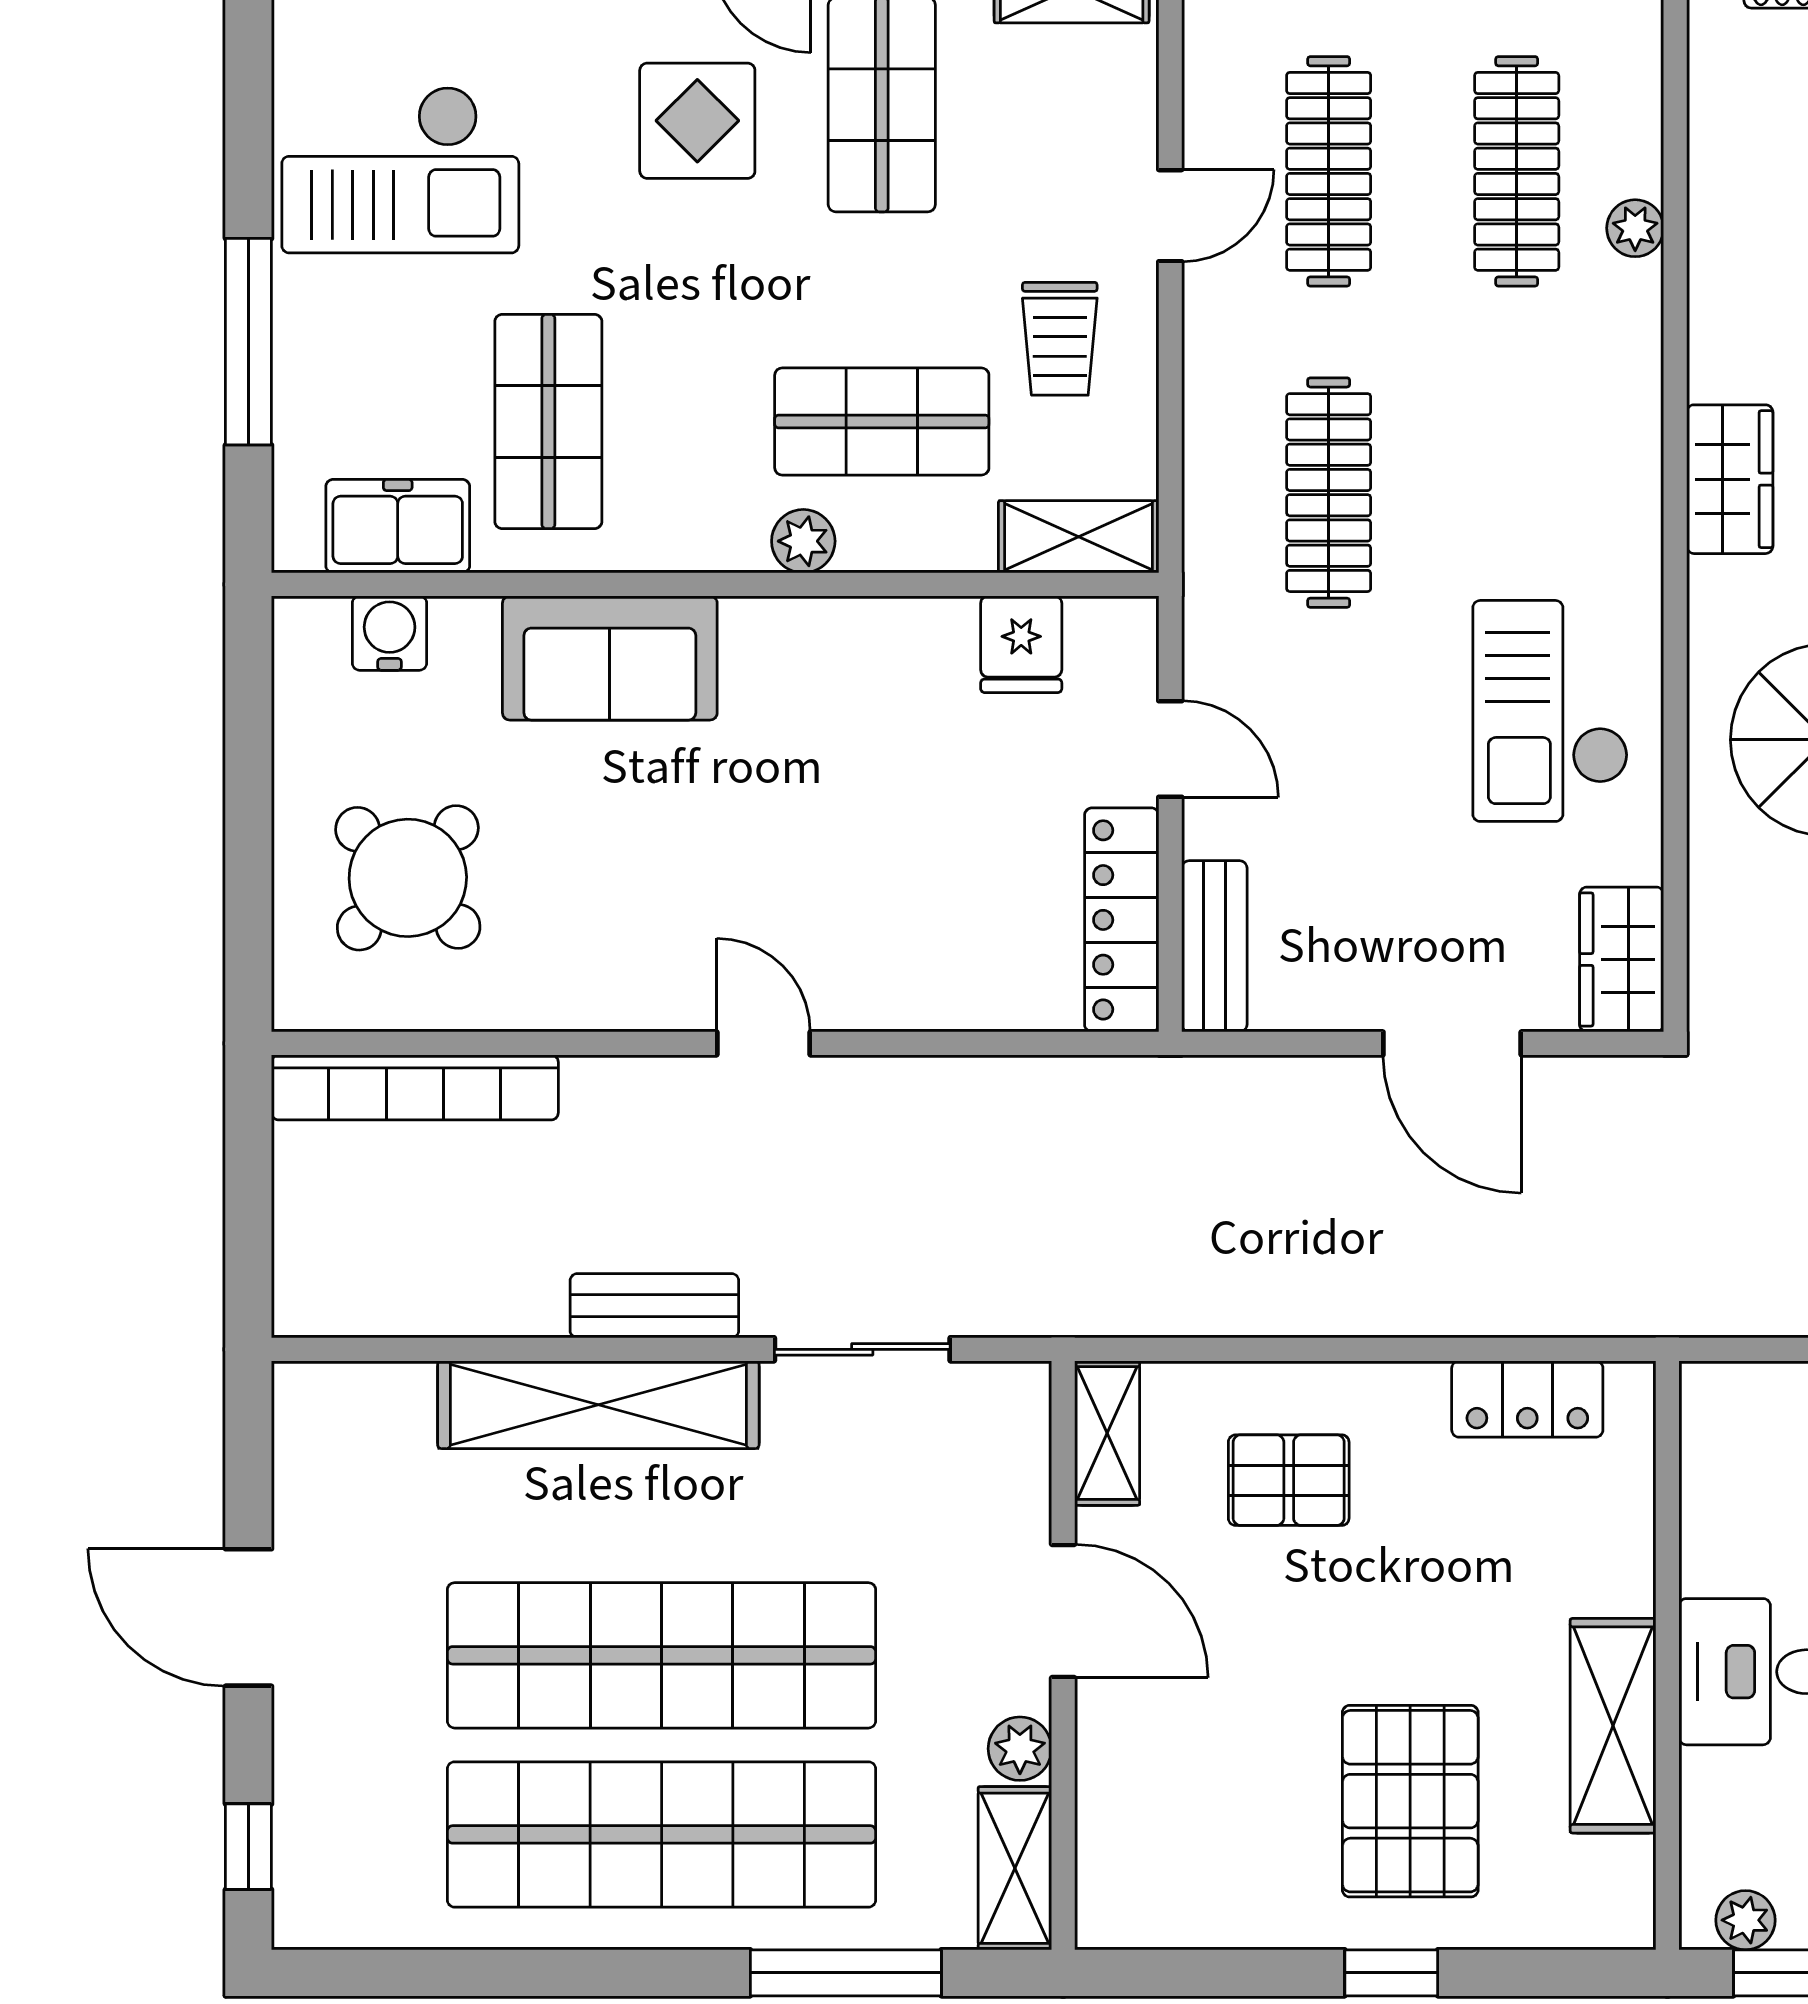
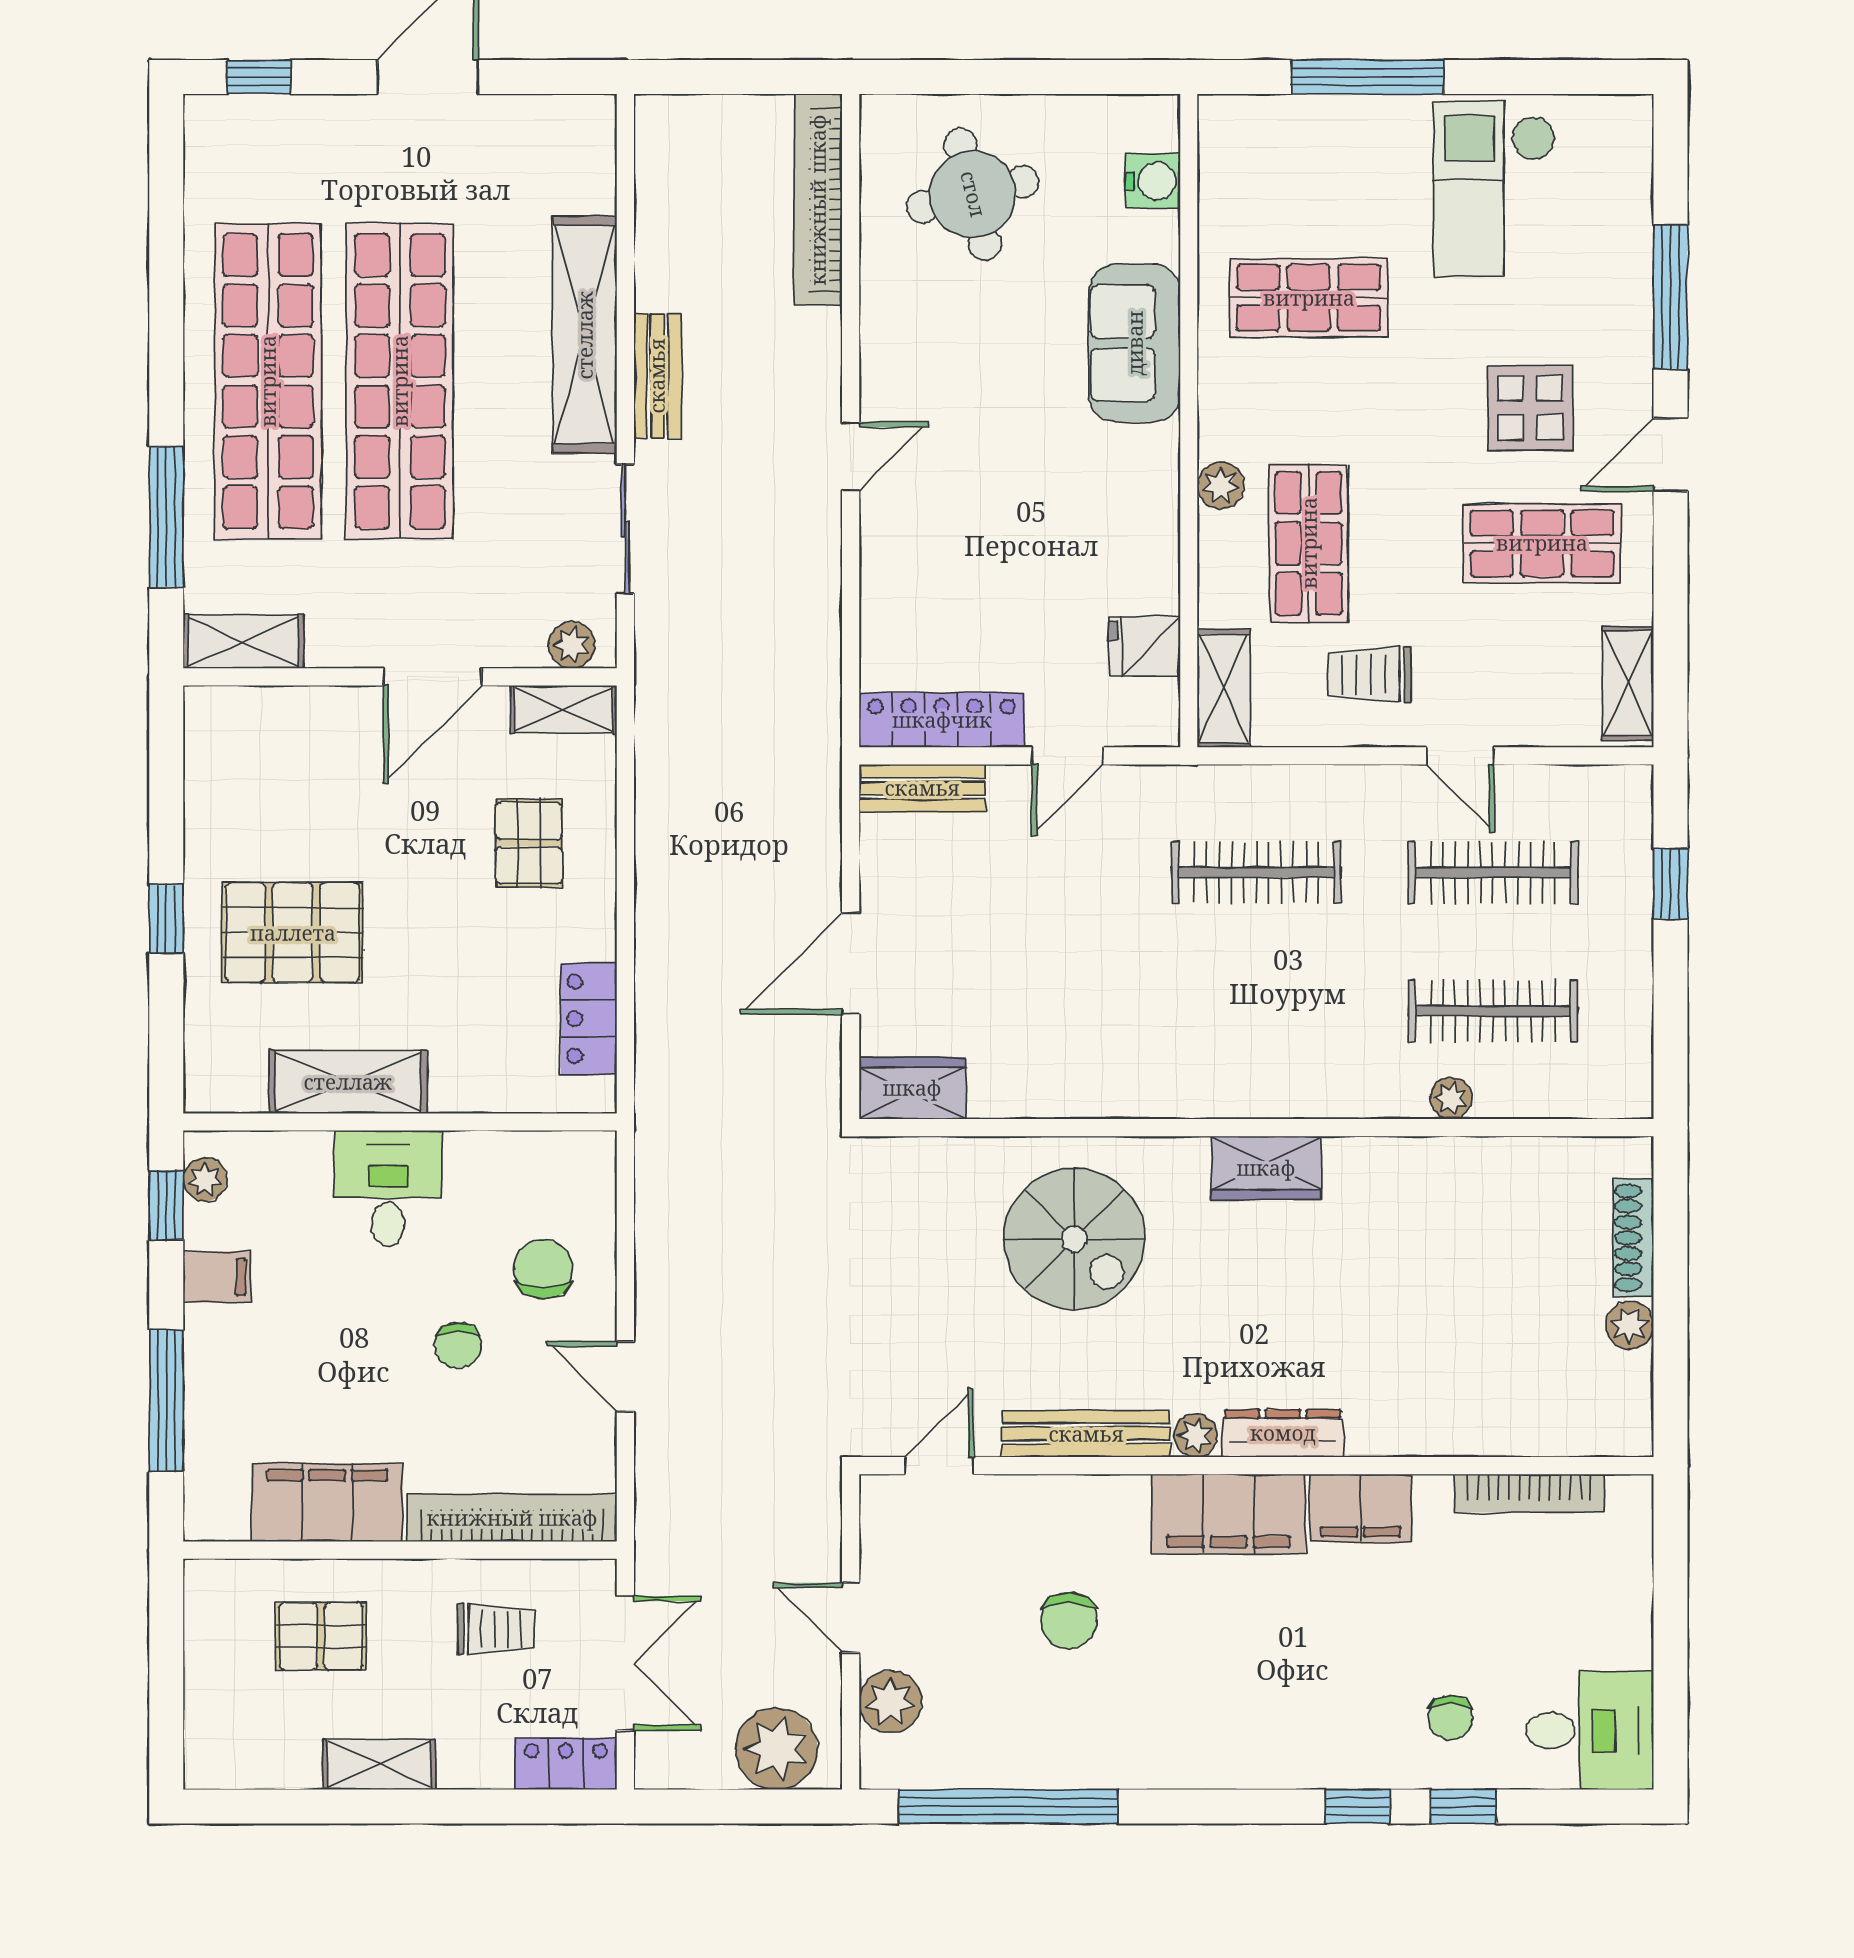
freezer: (398, 526) -> (1232, 187), removed
checkout: (1550, 711) -> (1096, 1036), removed
round table: (408, 878) -> (973, 194), turned 32
plant: (1020, 1749) -> (572, 645), moved

